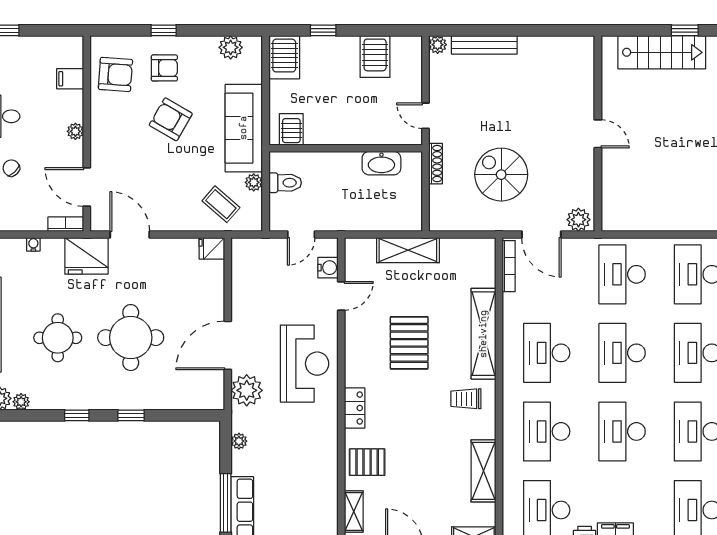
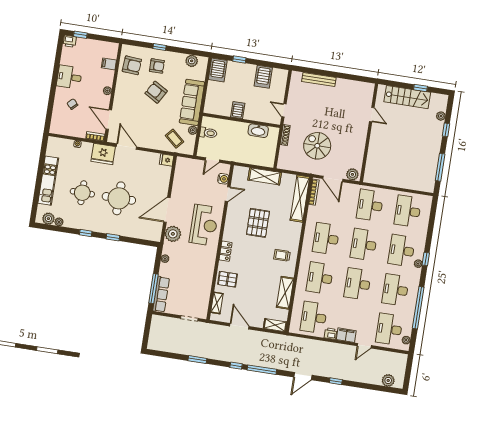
plant: (438, 45) -> (296, 76), removed
server rack: (291, 129) -> (238, 110), moved
door: (598, 134) -> (372, 115), moved
shelving: (484, 334) -> (300, 199), moved

